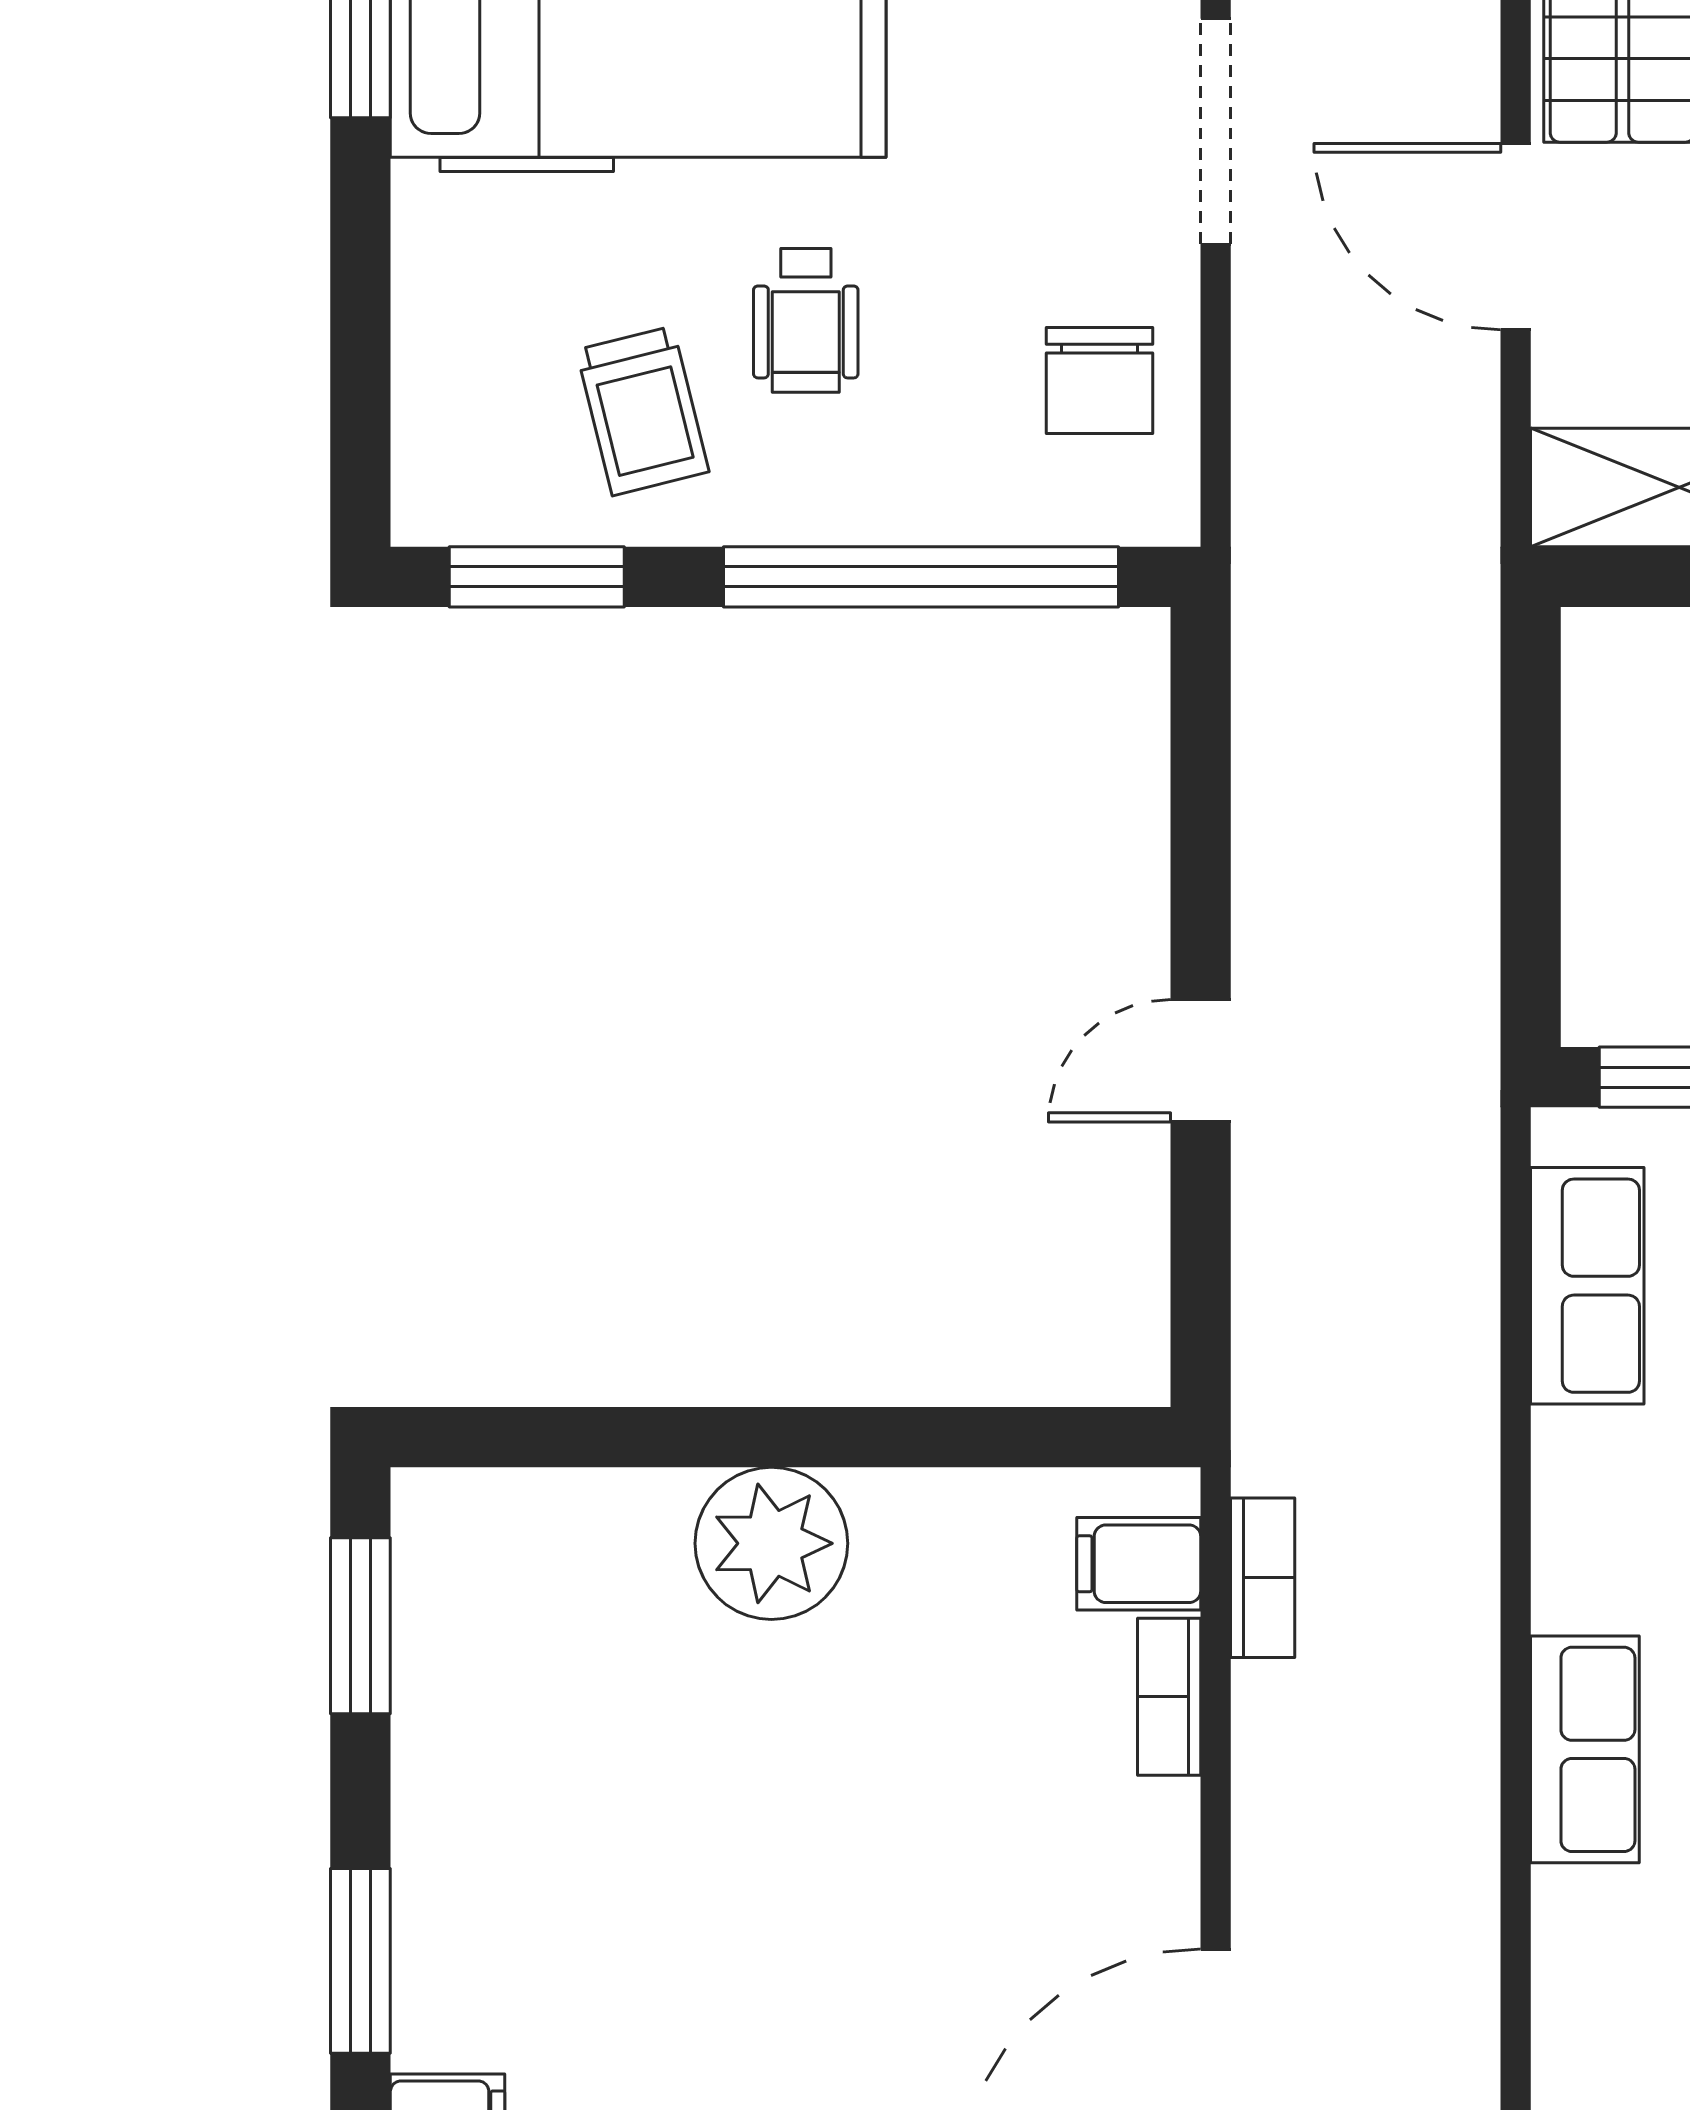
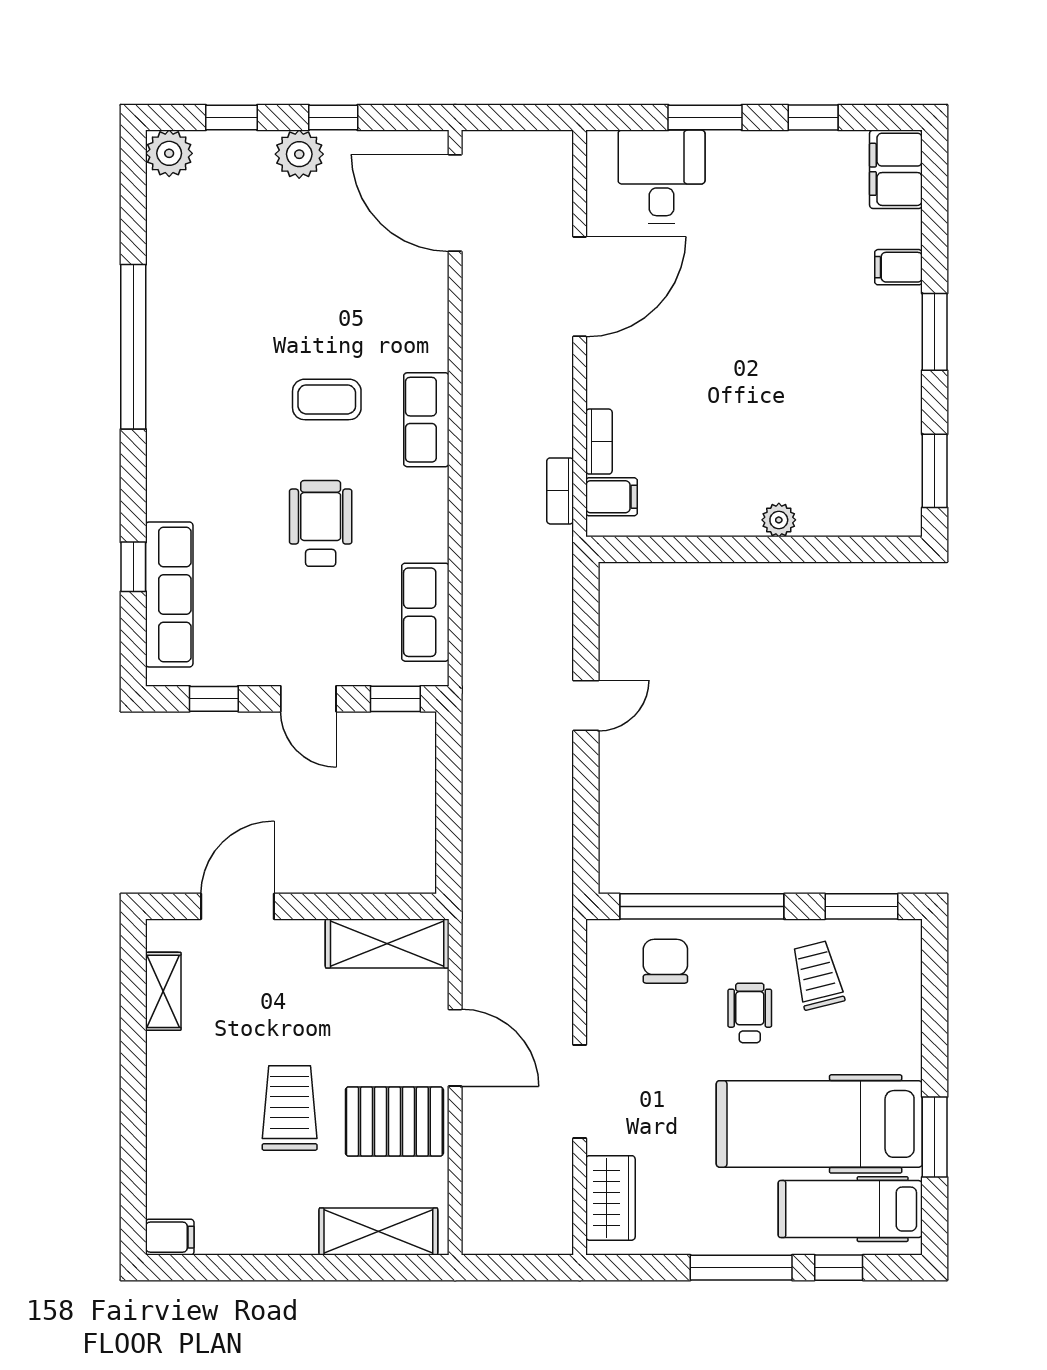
chair: (1099, 381) -> (665, 961), moved
plant: (771, 1543) -> (779, 520), width x0.53, depth x0.53

